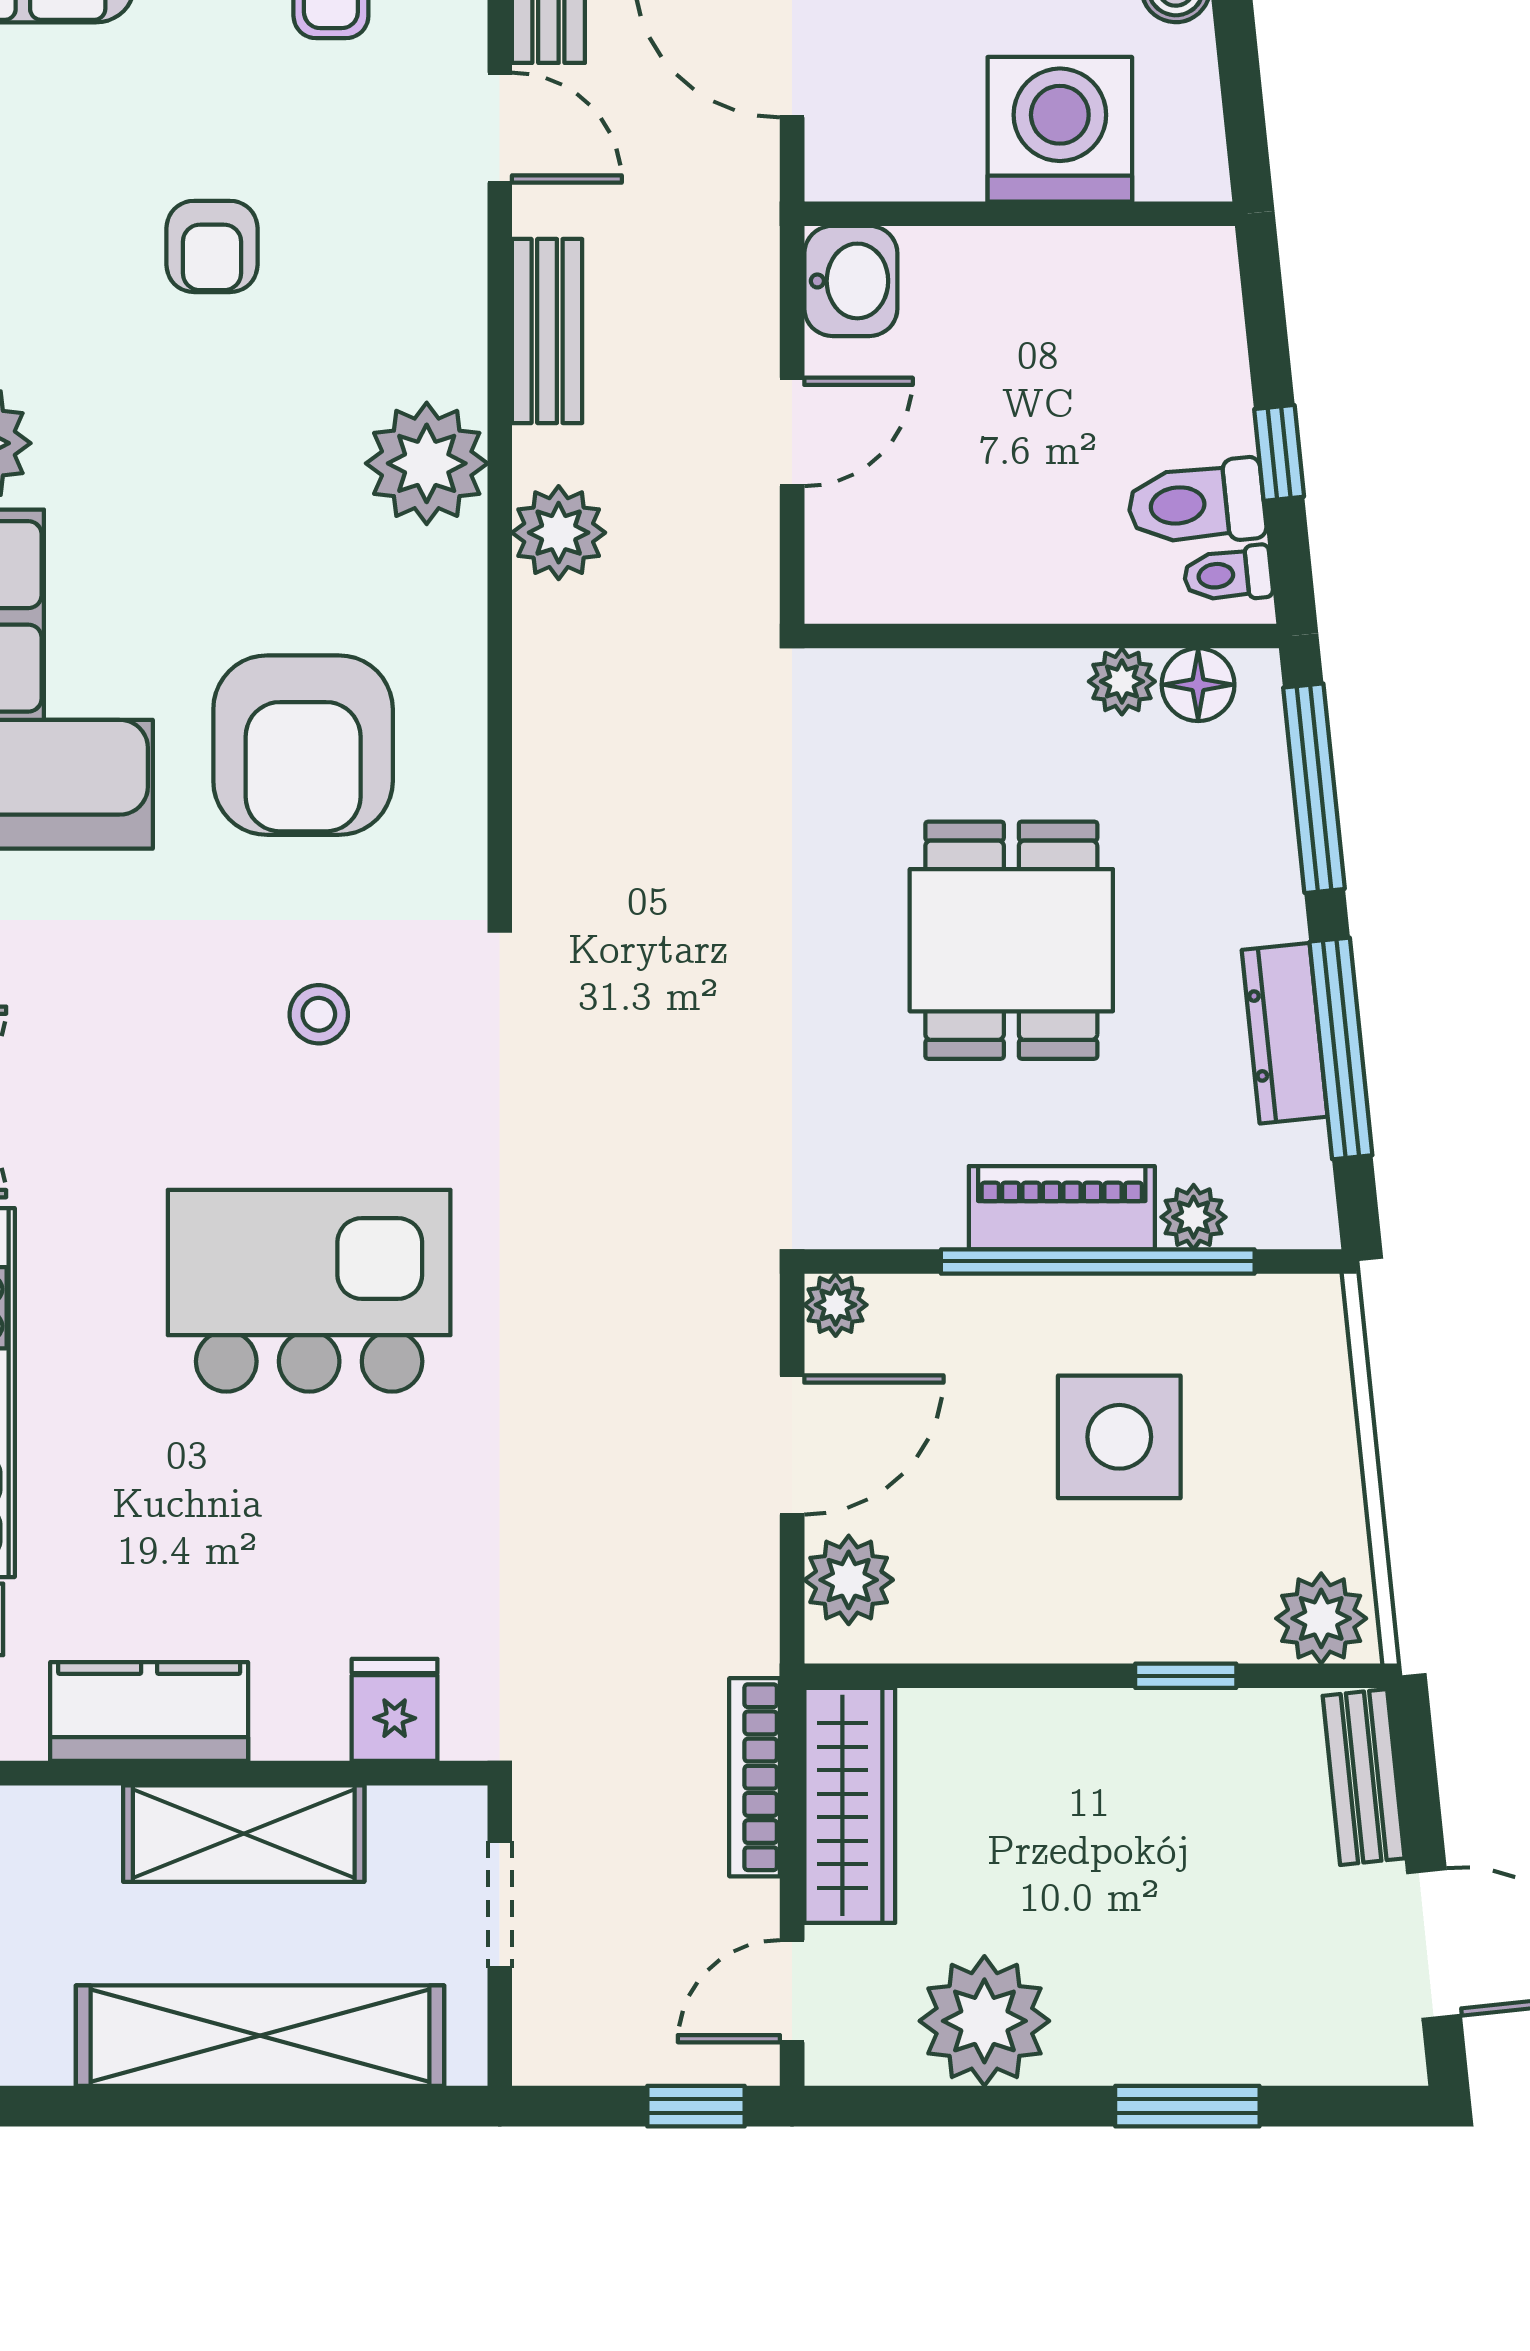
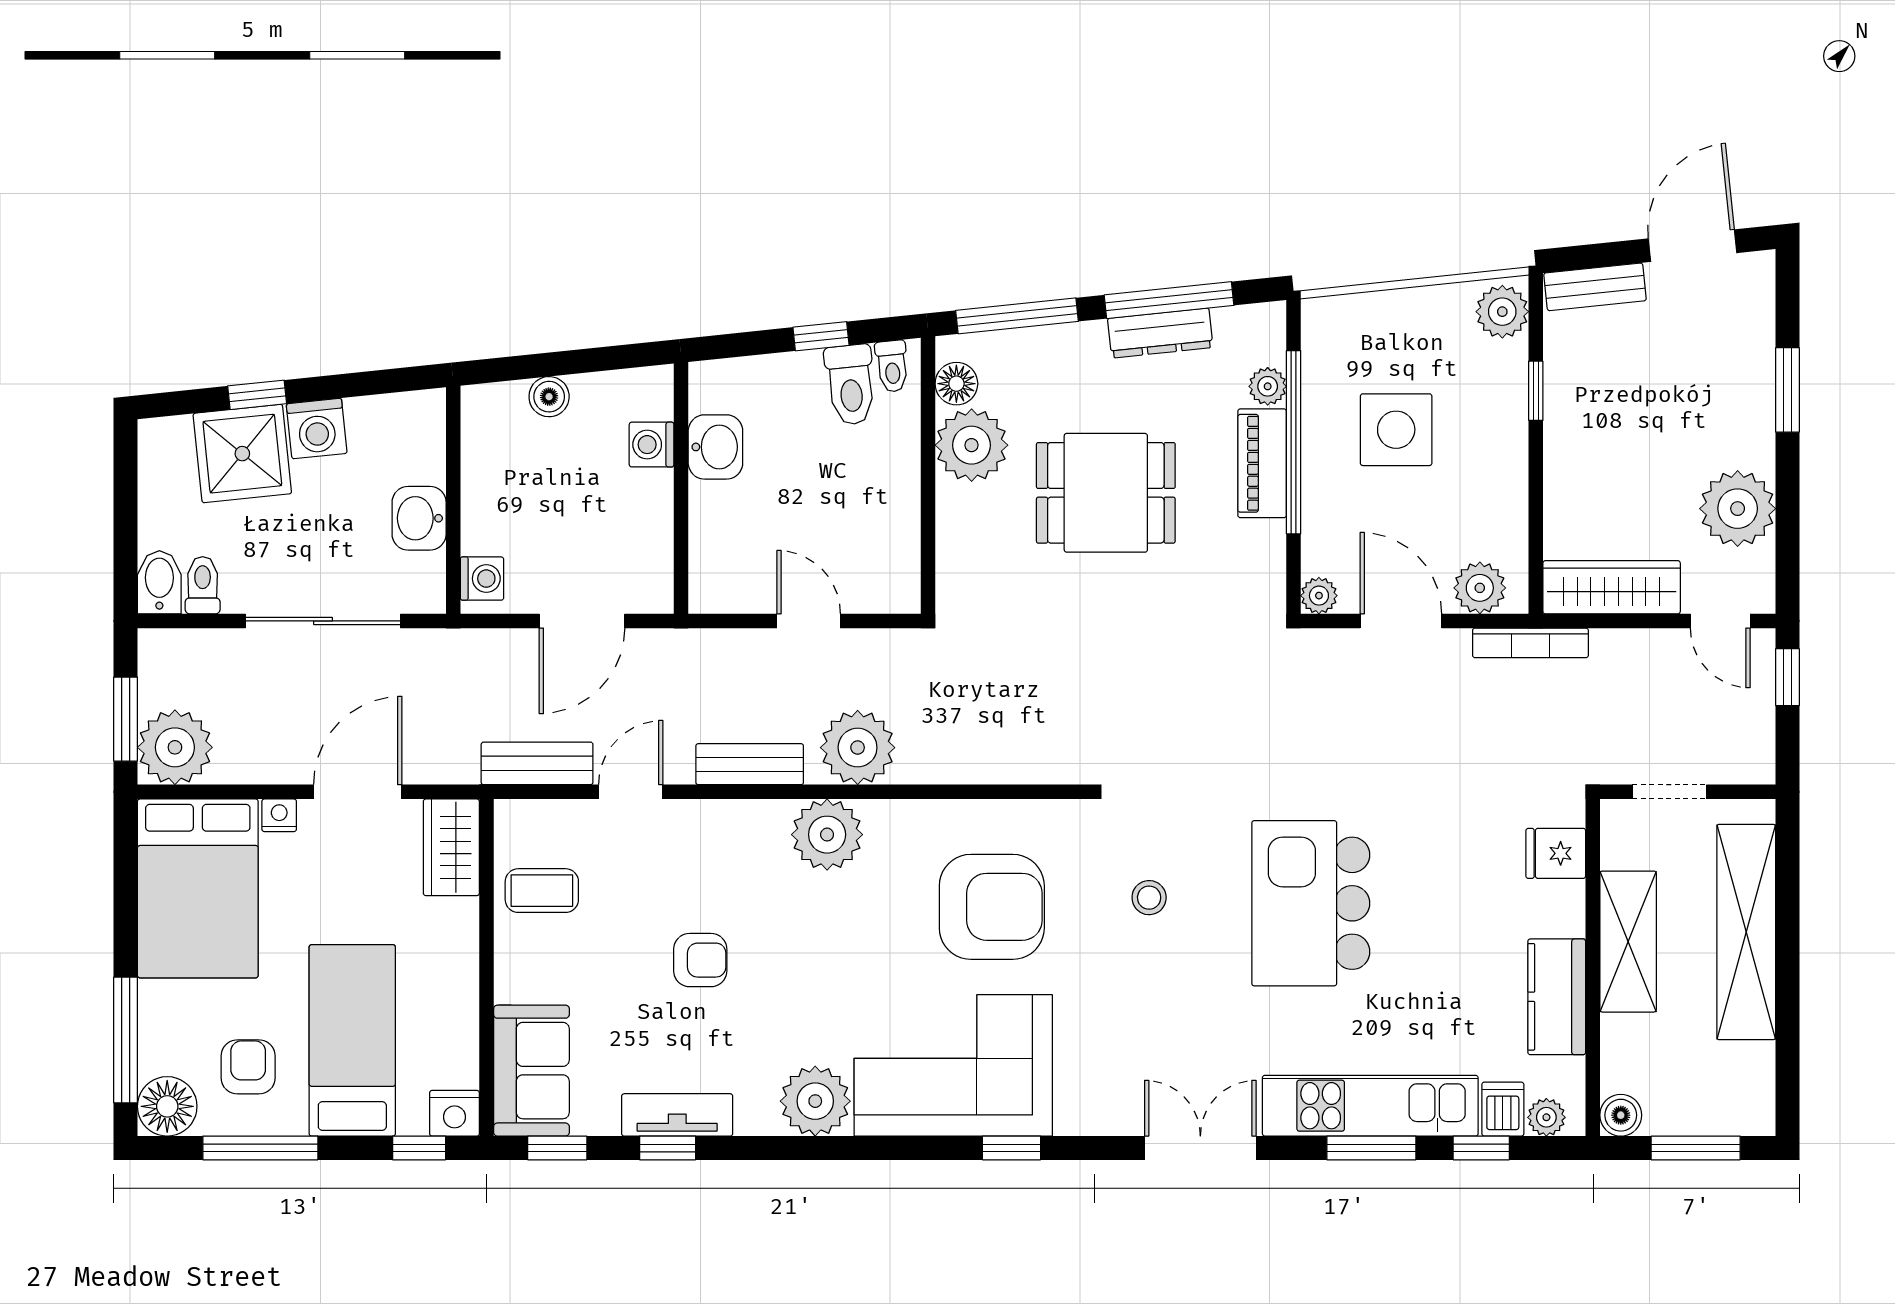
washing machine: (1060, 129) -> (652, 445), width x0.53, depth x0.53
washbasin: (851, 281) -> (715, 447), moved, turned 90
plant: (559, 533) -> (858, 748), width x1.36, depth x1.36
plant: (1122, 681) -> (972, 445), width x1.88, depth x1.88
bookcase: (755, 1777) -> (1530, 643), moved

